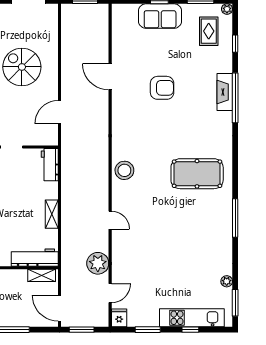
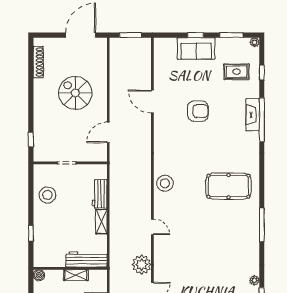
rug: (209, 31) -> (236, 72), moved, turned 90
workbench: (50, 165) -> (100, 194), moved
shelving: (42, 275) -> (76, 275), moved

